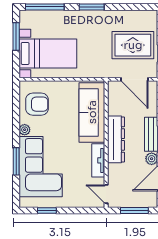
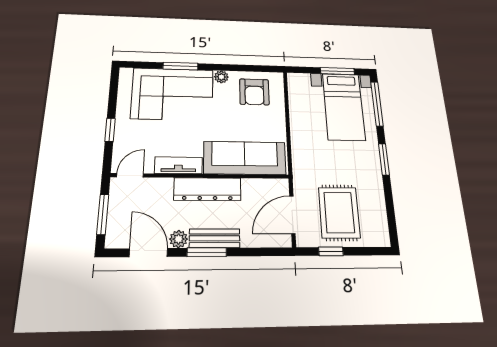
bed with nightstands: (48, 53) -> (344, 107), moved
window: (47, 211) -> (110, 130), moved

